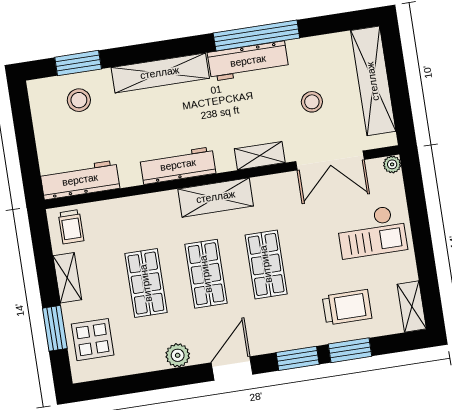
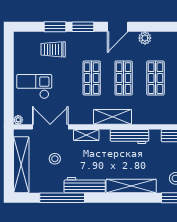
window: (256, 35) -> (62, 198), moved
shelving: (412, 306) -> (19, 45), removed

